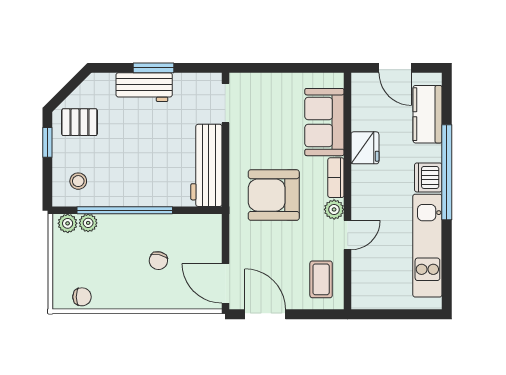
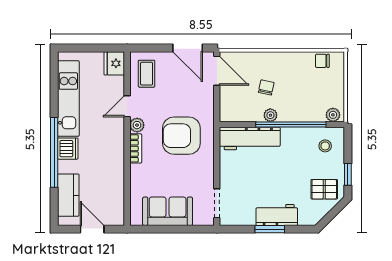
sofa: (324, 122) -> (168, 211), moved, turned -90
fridge: (365, 148) -> (114, 63), moved
workbench: (206, 165) -> (250, 139), moved, turned 90
armchair: (274, 195) -> (181, 136), turned 180
plant: (88, 223) -> (270, 115), moved

